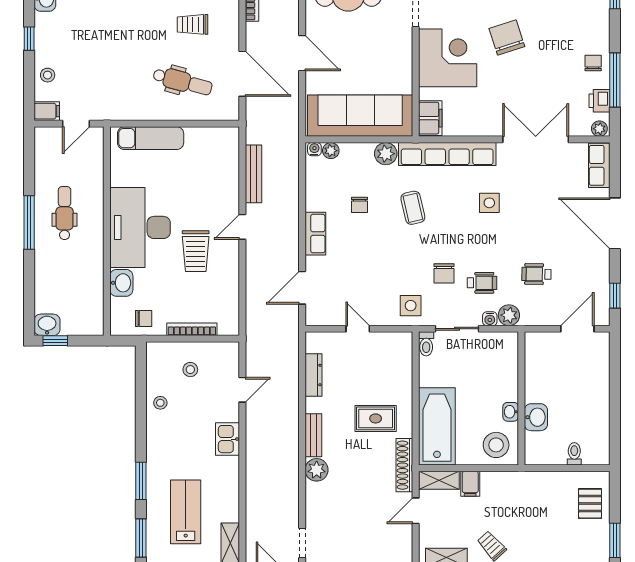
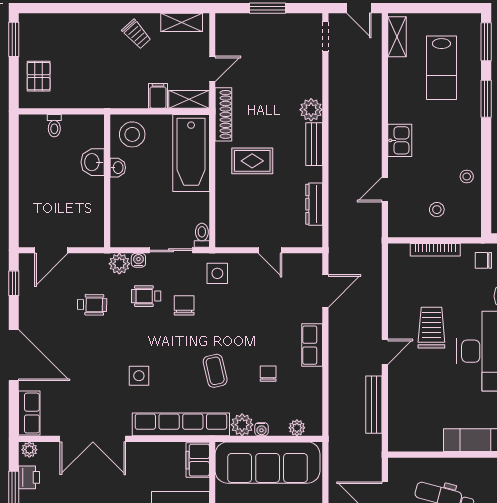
water cooler: (314, 149) -> (261, 429), moved

